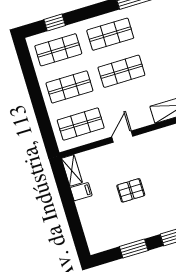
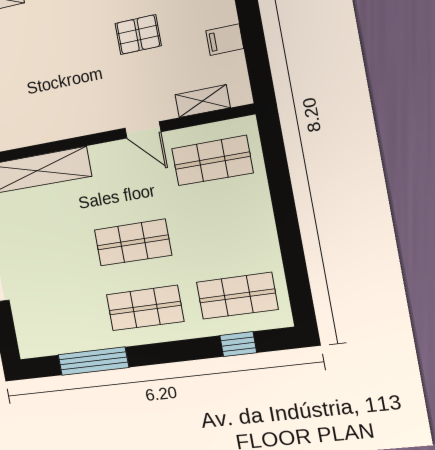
shop shelf: (69, 87) -> (225, 228), removed
door: (122, 137) -> (143, 130), hinge flipped
shelving: (72, 170) -> (203, 101), moved, turned 90

